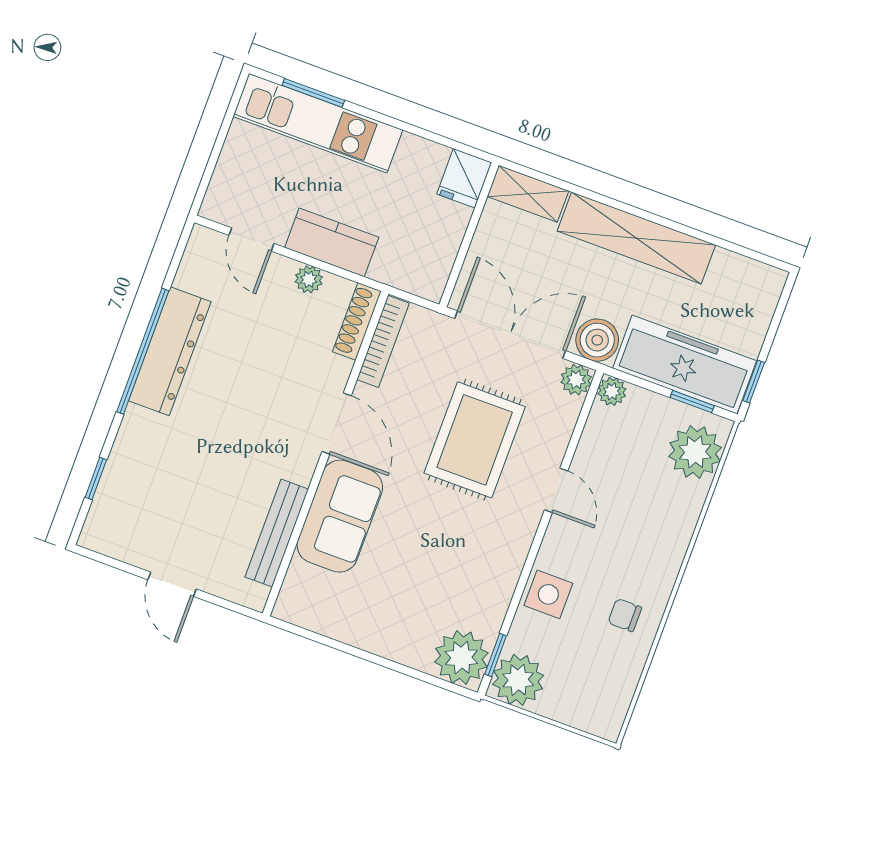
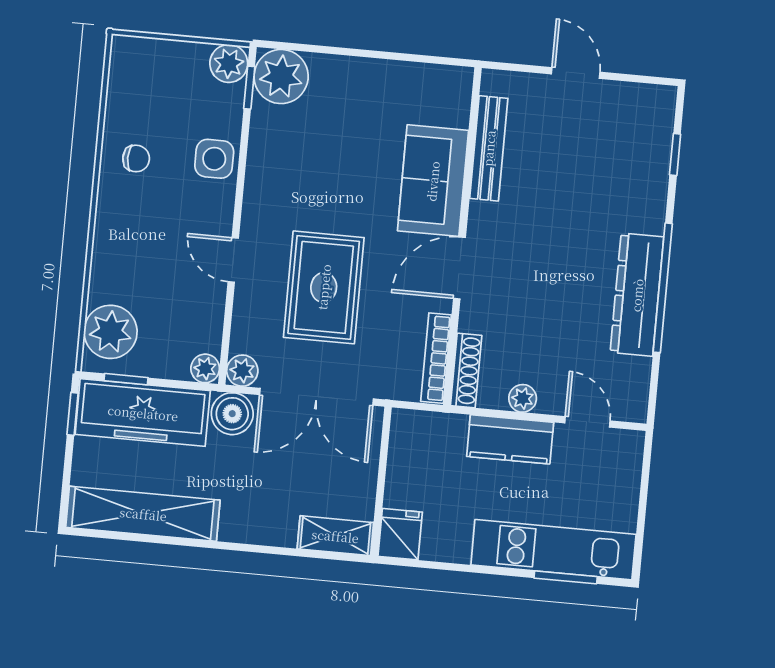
shelving: (636, 238) -> (143, 514), moved
door: (337, 424) -> (459, 268), hinge flipped
plant: (518, 680) -> (229, 63), width x0.73, depth x0.73

